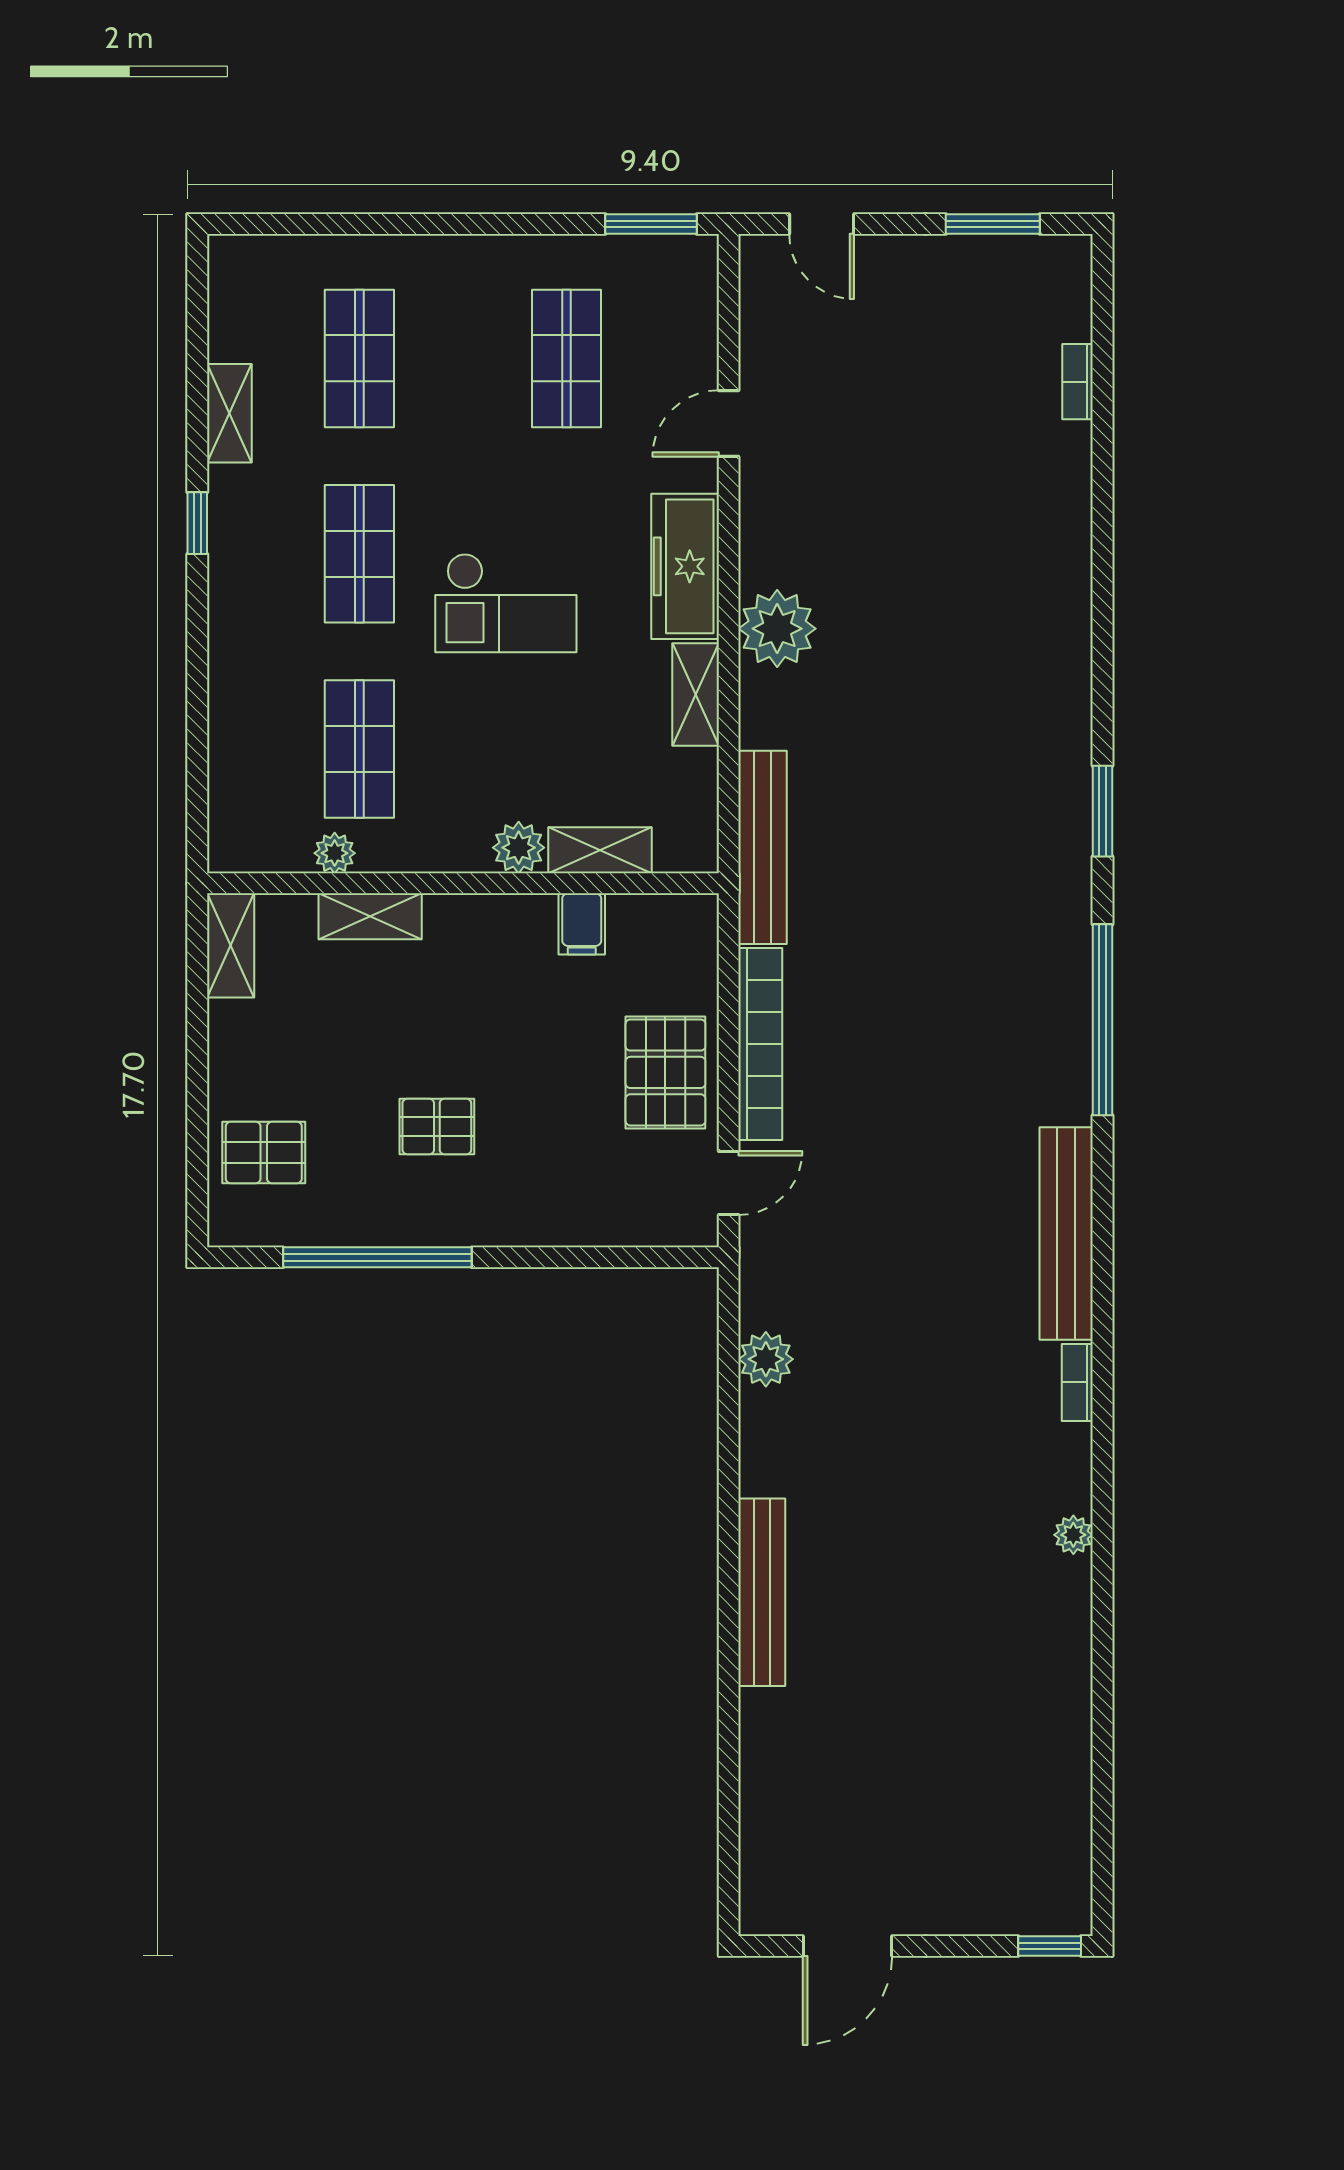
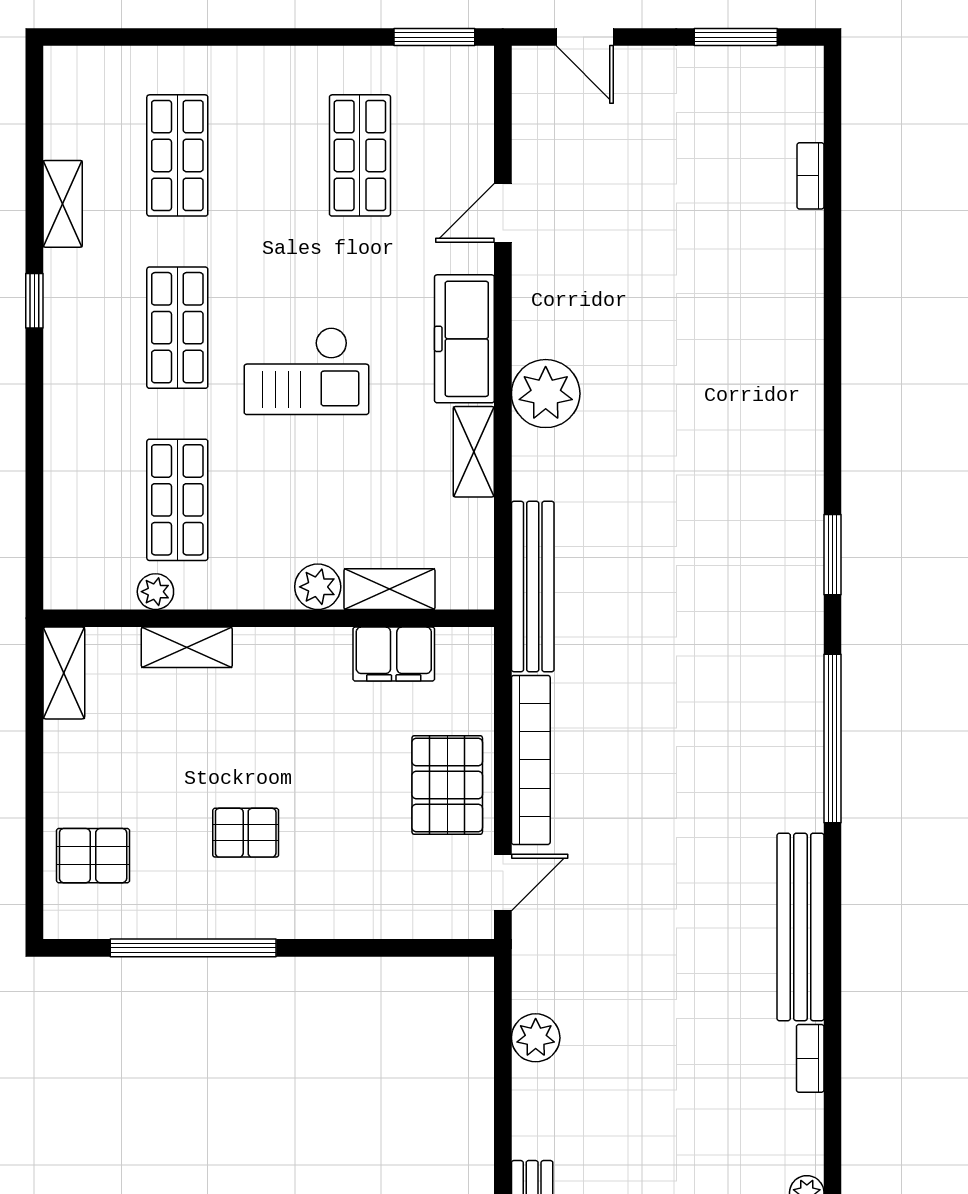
filing cabinet: (582, 924) -> (394, 654), width x2.00

